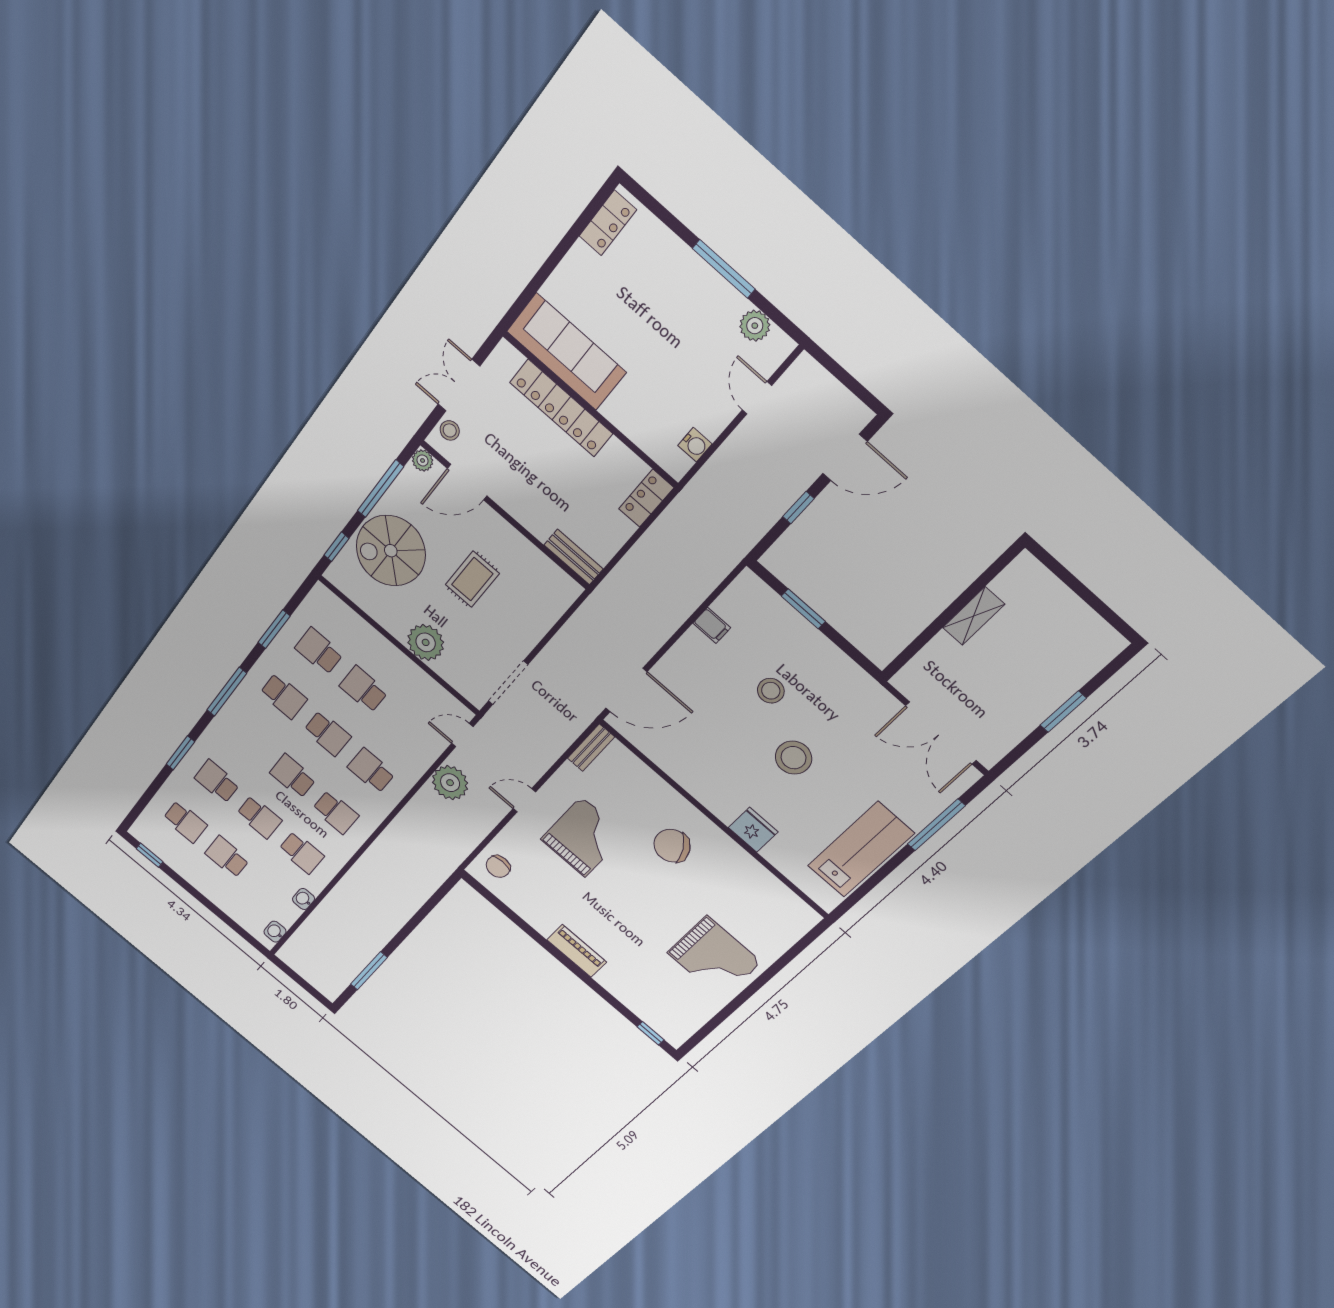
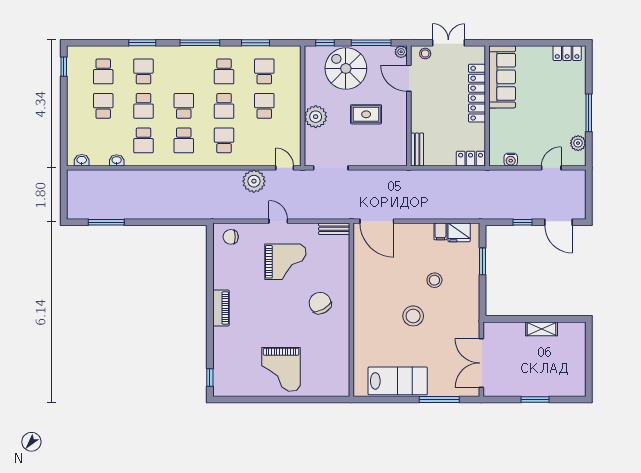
fridge: (753, 830) -> (459, 232), moved, turned 90

